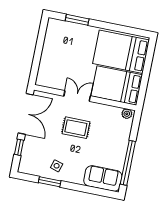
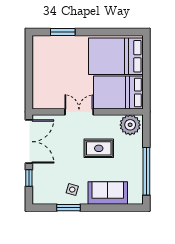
plant: (127, 114) -> (130, 125), width x1.87, depth x1.87
rug: (76, 128) -> (99, 148), moved
sofa: (103, 178) -> (108, 193), moved

